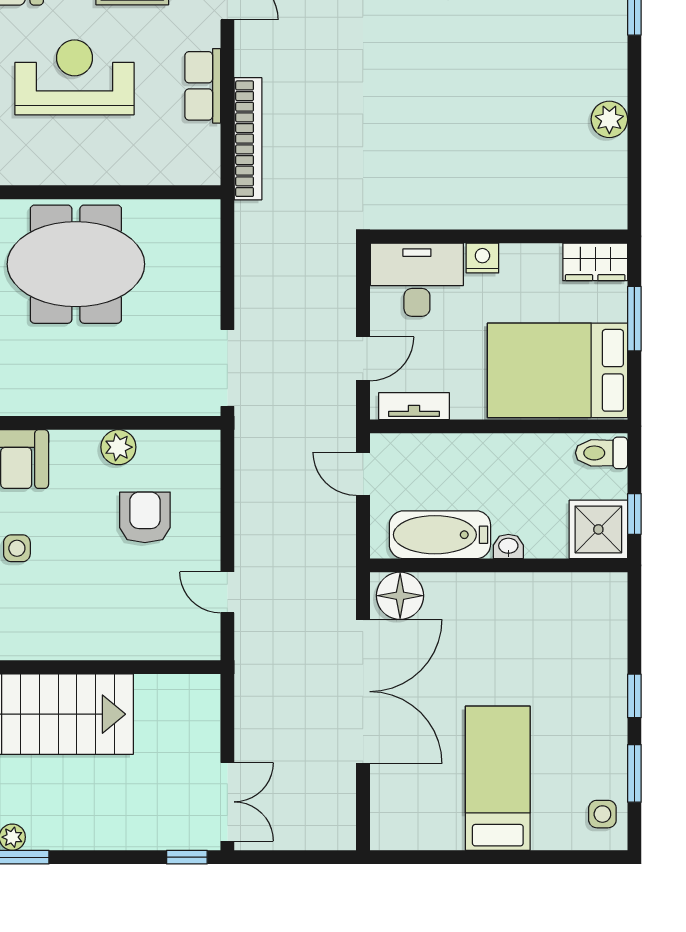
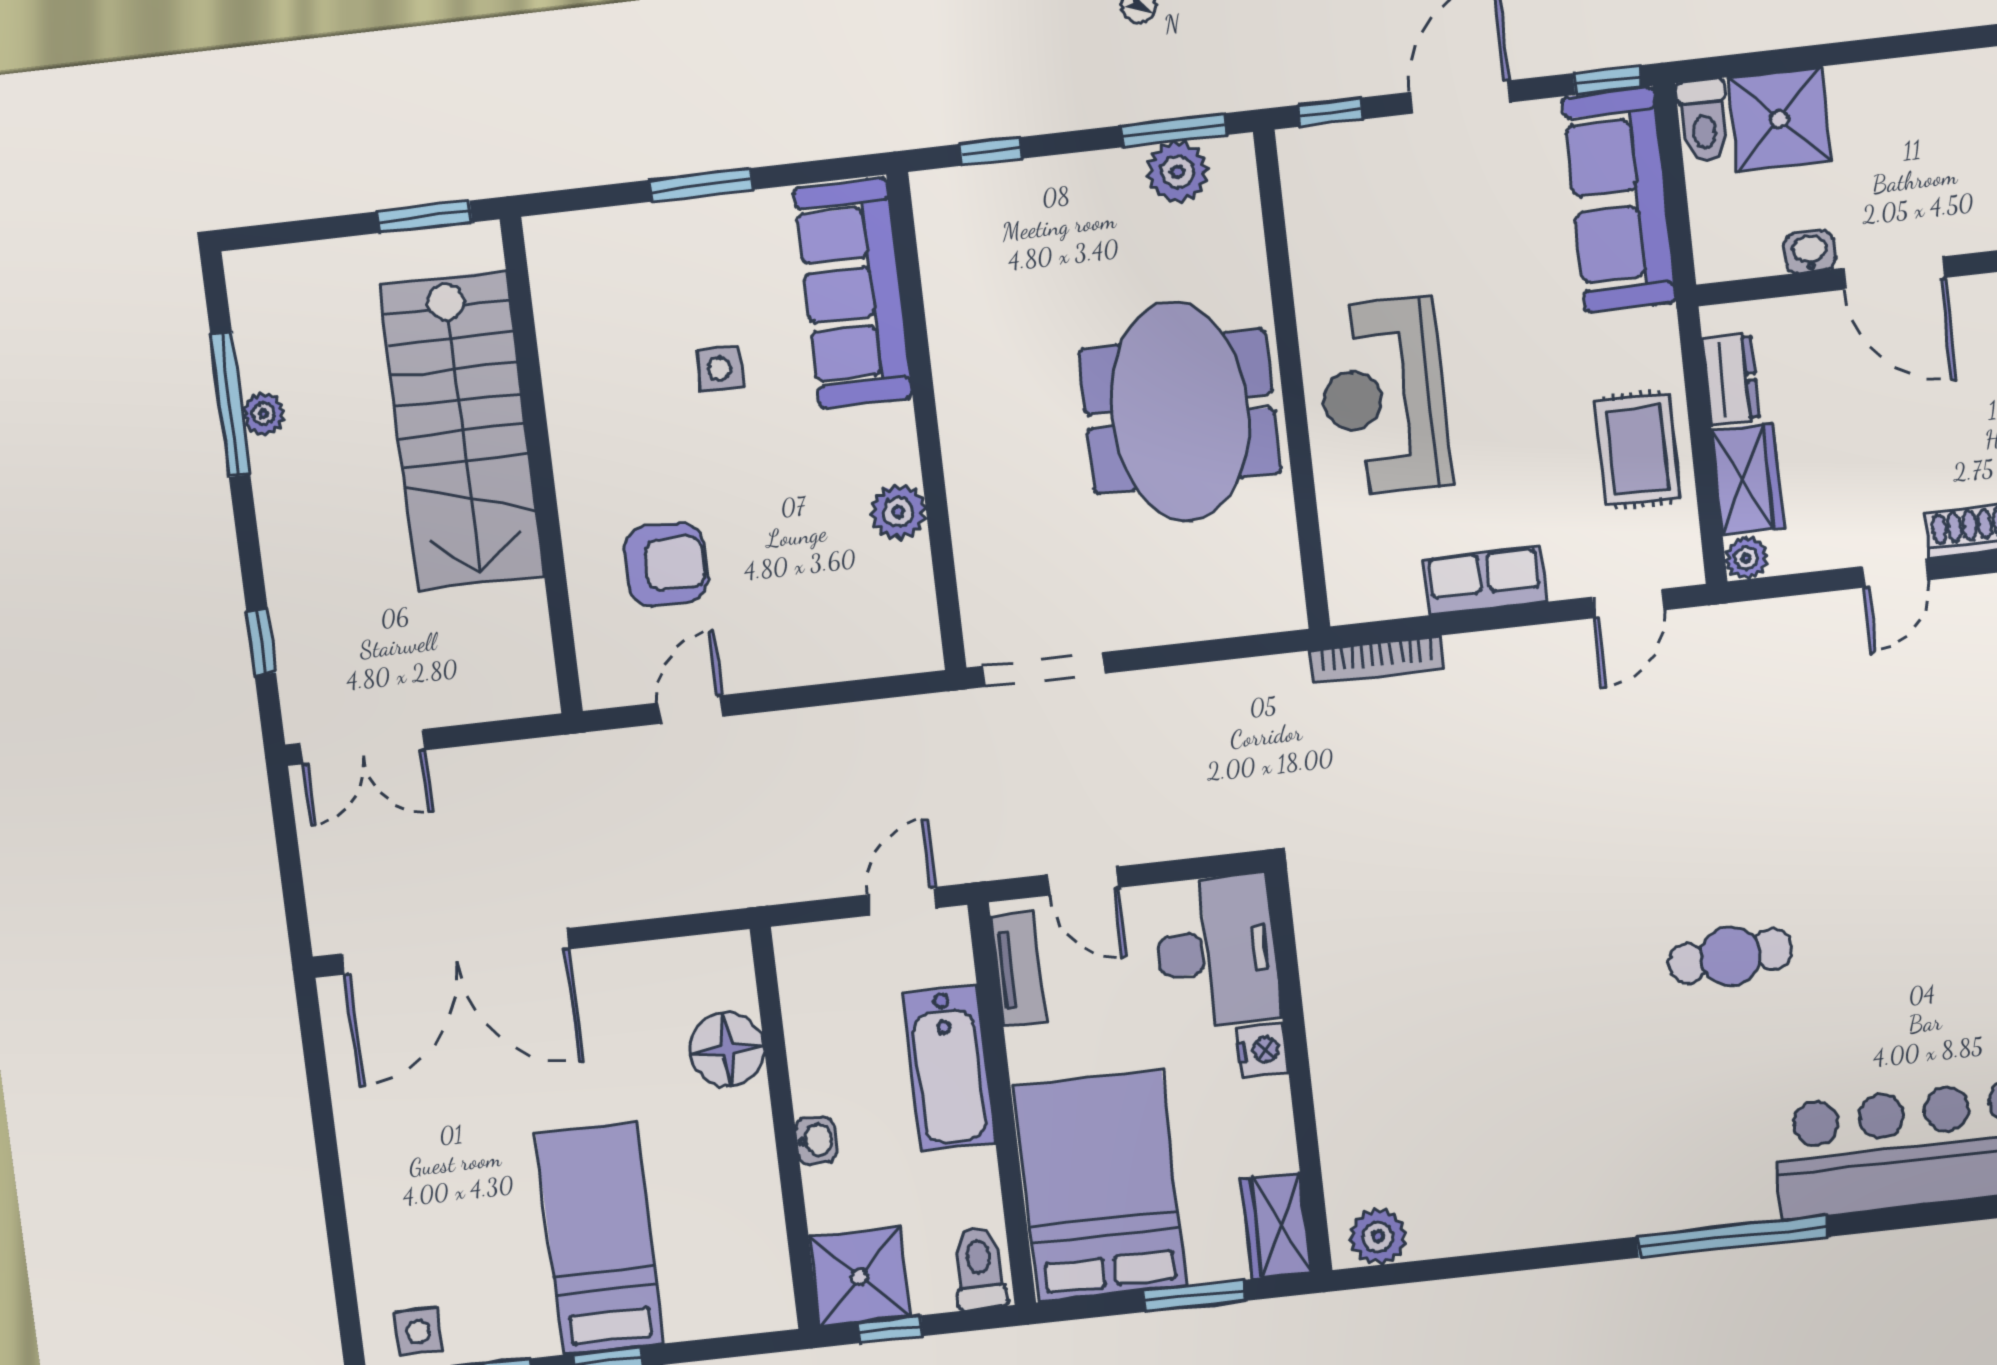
reception desk: (74, 77) -> (1384, 397), moved, turned 180
plant: (609, 119) -> (1378, 1237), moved
bookcase: (248, 139) -> (1377, 660), width x0.68, depth x0.76
armchair: (145, 517) -> (666, 564), moved
bathtub: (440, 535) -> (949, 1068), moved, turned 180
floor lamp: (400, 596) -> (727, 1050), moved
double door: (363, 692) -> (456, 951), moved
bed: (498, 778) -> (600, 1238), moved, turned -90
window: (187, 857) -> (261, 642), moved

